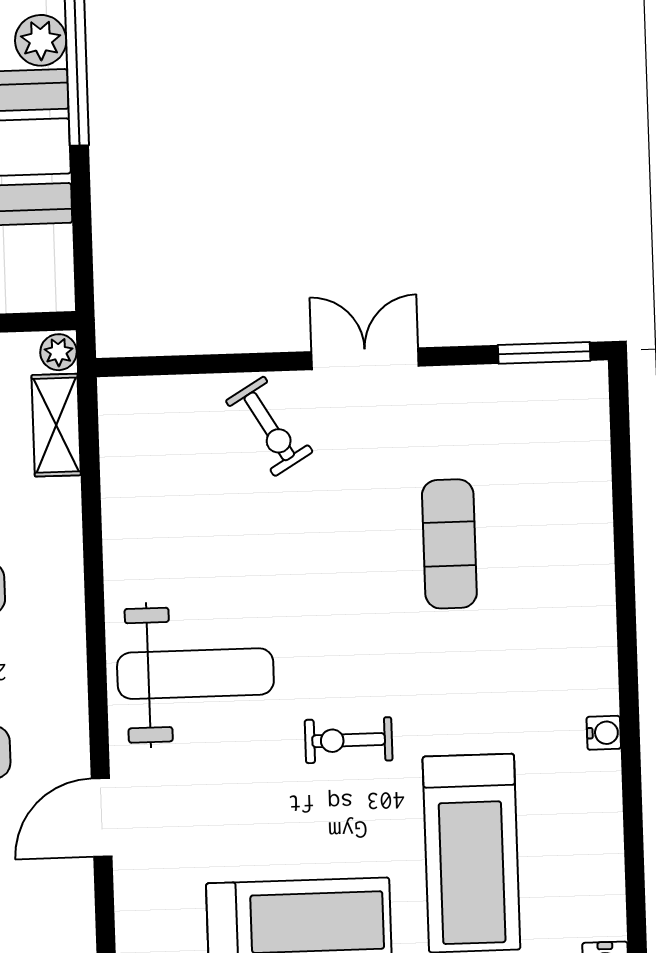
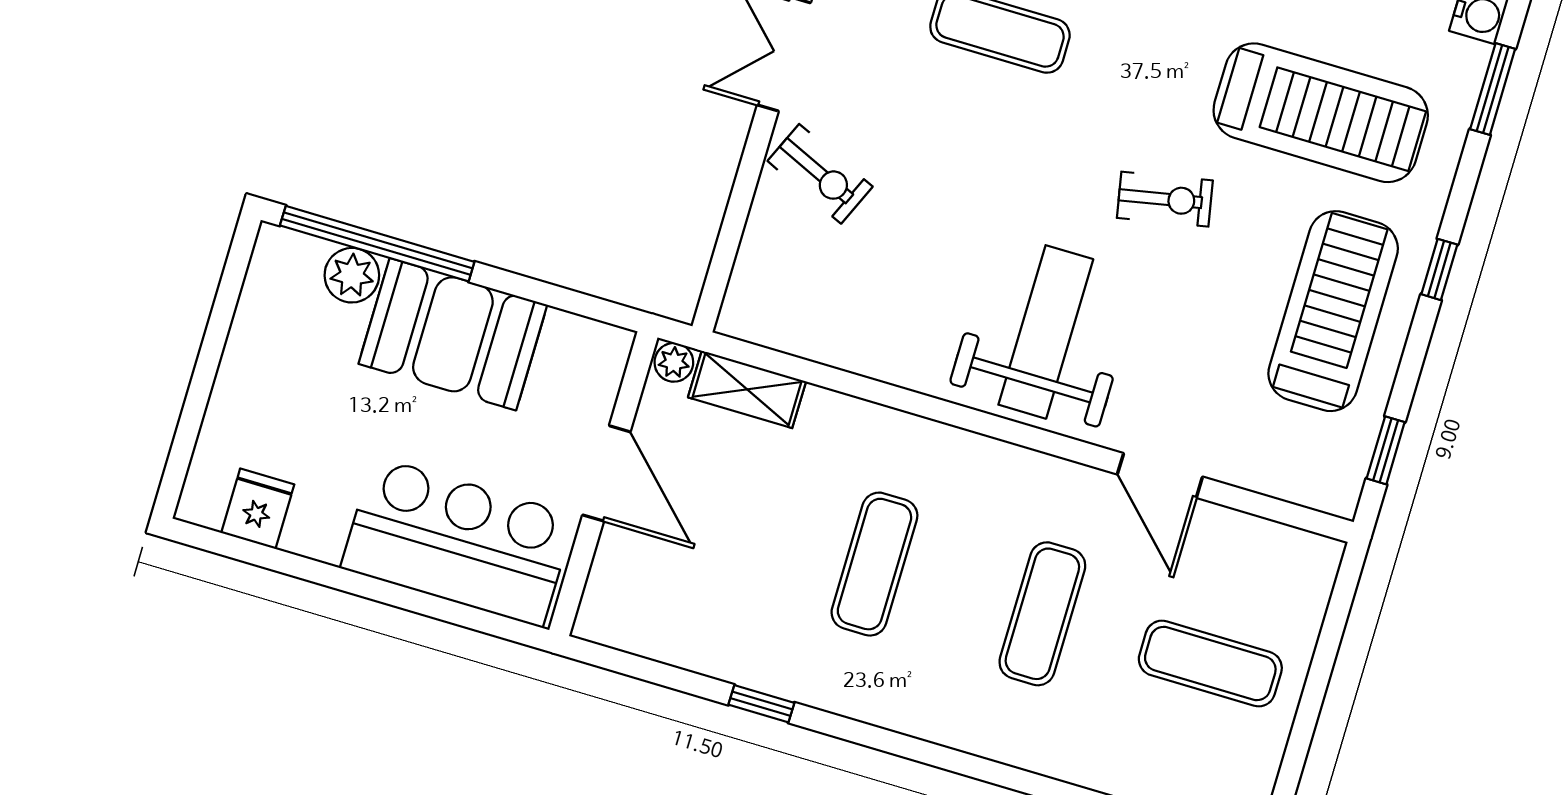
exercise bike: (269, 426) -> (820, 174), turned 55
exercise bike: (349, 740) -> (1165, 199), turned -101

